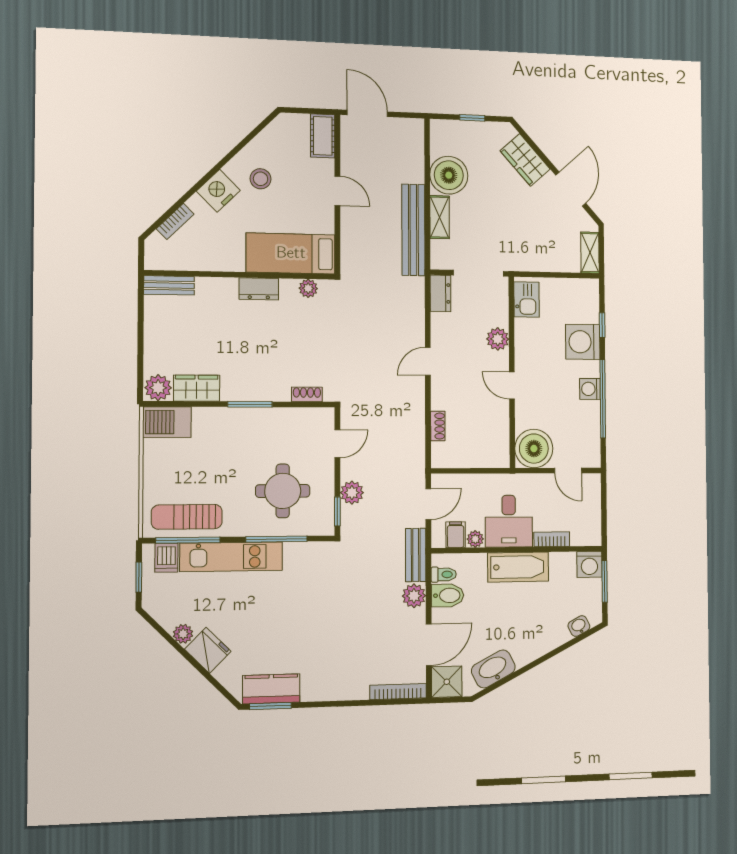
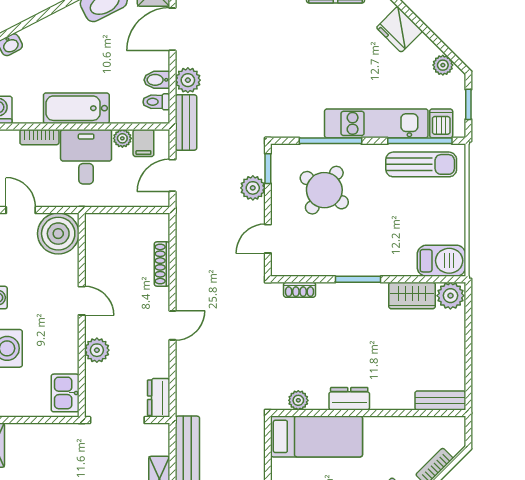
shoe rack: (438, 426) -> (162, 264), width x1.43
round table: (283, 491) -> (324, 190), turned 35
bidet: (448, 595) -> (157, 80), width x0.72, depth x0.74
plant: (183, 634) -> (443, 65), moved

